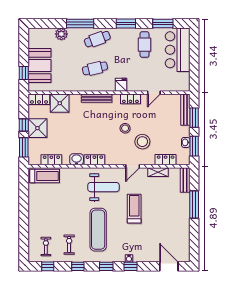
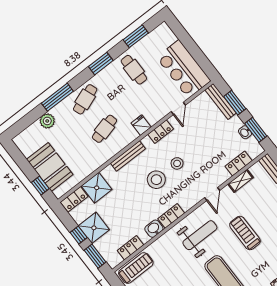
bar counter: (178, 50) -> (184, 69), moved
stool: (142, 142) -> (156, 180), moved

